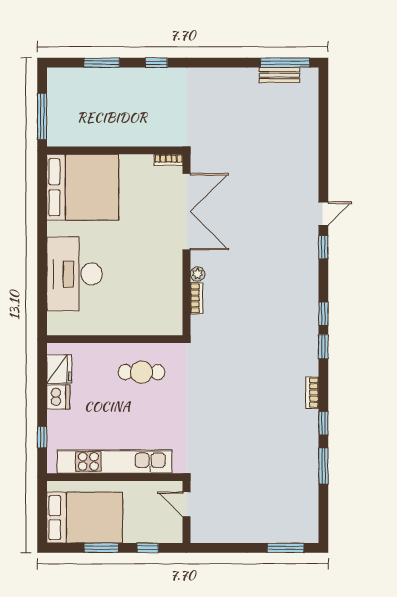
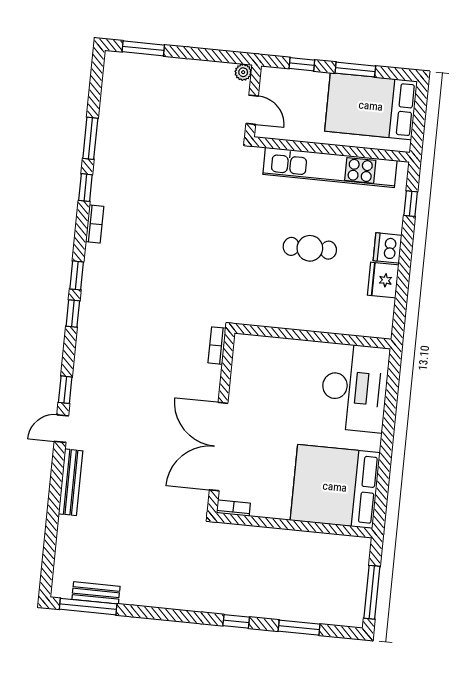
window: (42, 116) -> (372, 592), moved
bench: (311, 168) -> (71, 482), added
plant: (198, 274) -> (243, 72), moved
wall: (115, 339) -> (313, 336), moved
cafe table: (142, 372) -> (310, 248), moved

